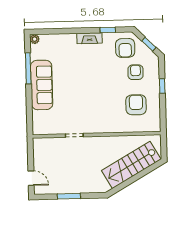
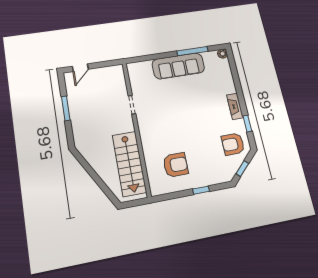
armchair: (135, 72) -> (210, 159), removed
stairs: (131, 165) -> (129, 164), moved, turned -150

